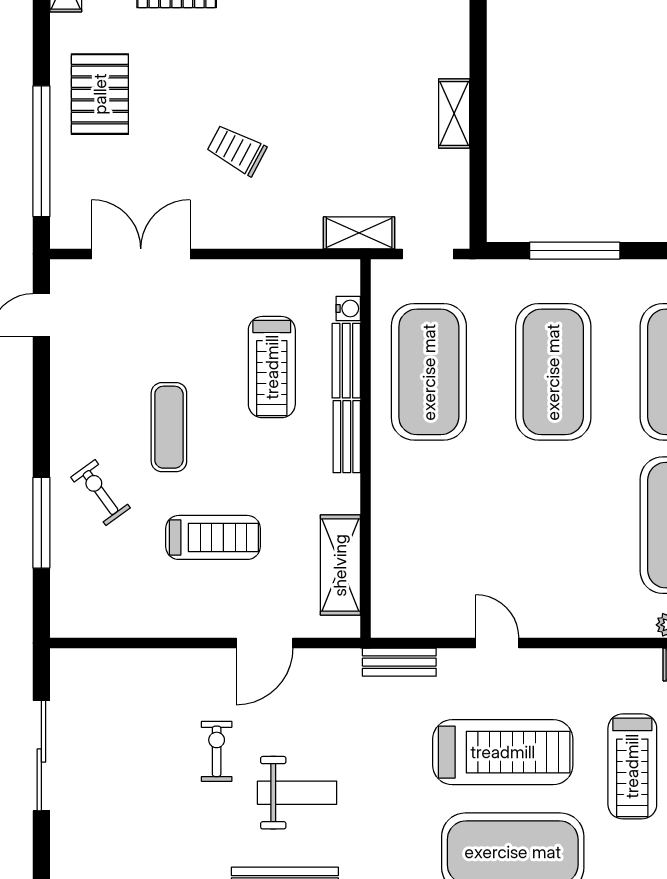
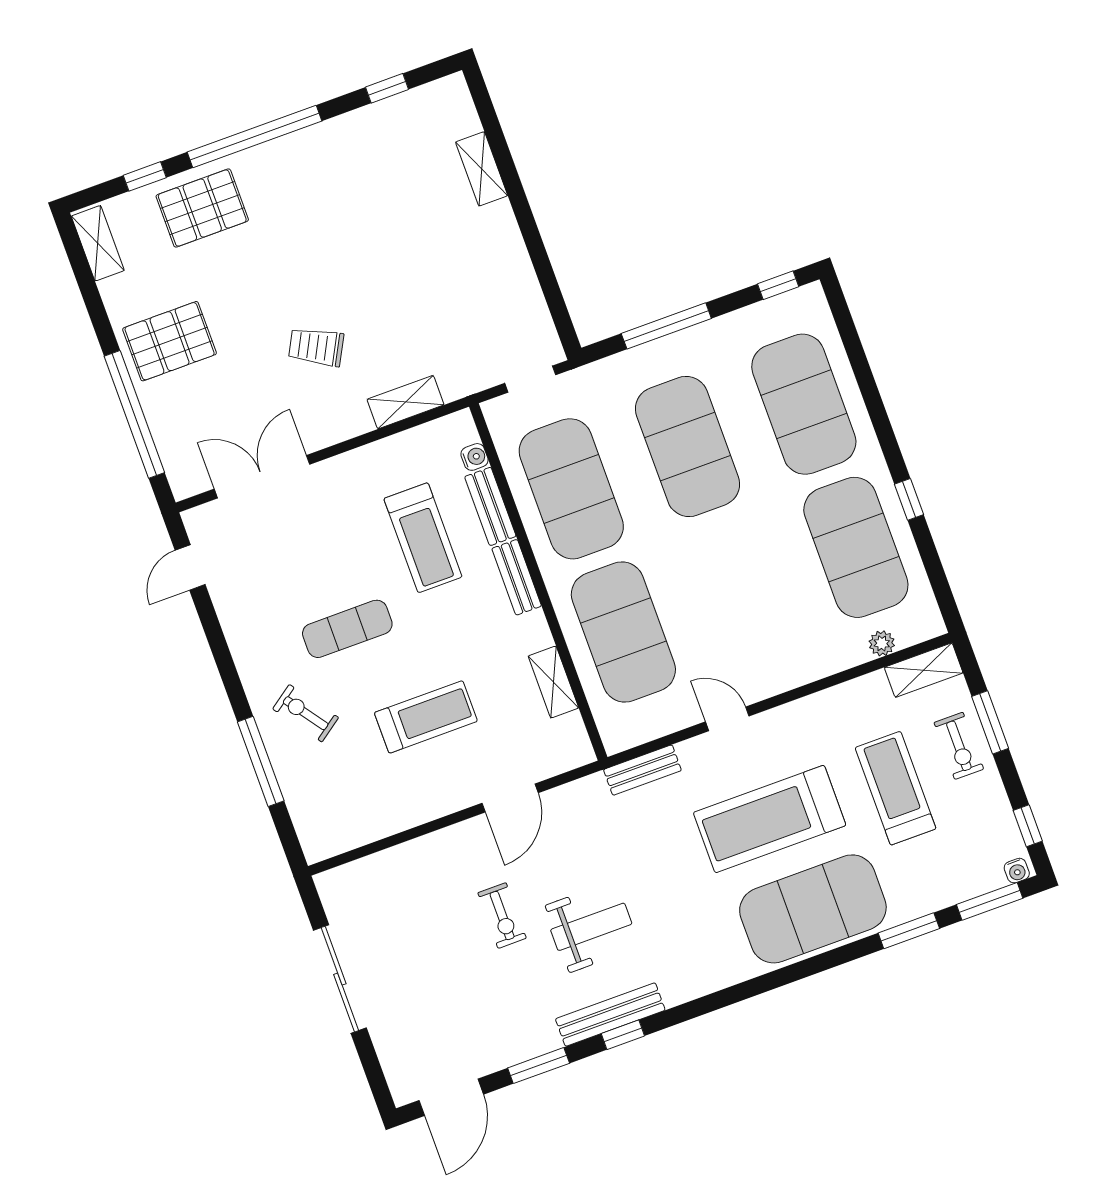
pallet: (100, 94) -> (170, 341), turned 90
shelving: (454, 113) -> (482, 169), moved
shelving: (359, 233) -> (405, 402), moved
exercise mat: (169, 427) -> (347, 629), turned 90
exercise mat: (429, 525) -> (623, 632), added
shelving: (340, 565) -> (553, 682), width x0.67, depth x0.75
exercise bike: (217, 751) -> (502, 916), turned 180
treadmill: (503, 752) -> (770, 819), turned 180
treadmill: (632, 766) -> (896, 788), turned 180

